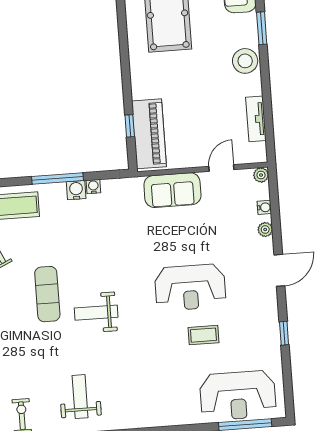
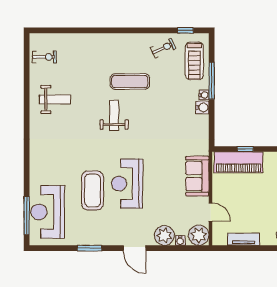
plant: (261, 175) -> (199, 235), width x1.88, depth x1.88
window: (57, 179) -> (212, 81), moved
water cooler: (93, 187) -> (204, 95), moved
plant: (265, 230) -> (164, 235), width x1.87, depth x1.87
window: (284, 333) -> (90, 248), width x1.50
coffee table: (203, 335) -> (93, 191), width x1.86, depth x1.72

